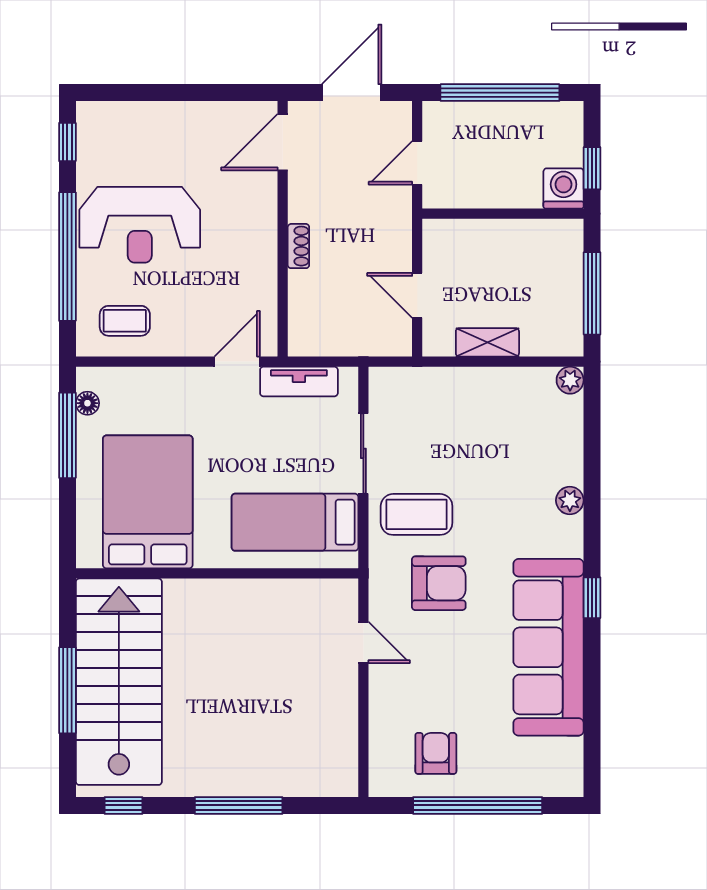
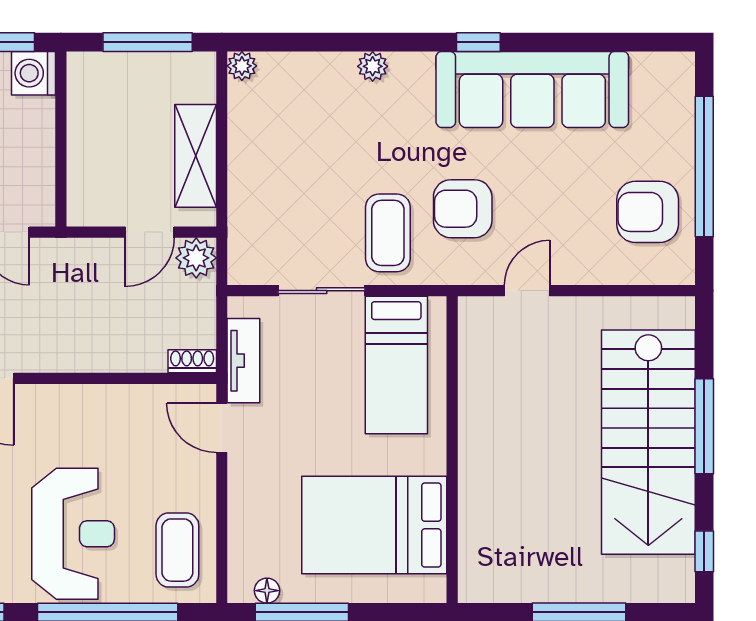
shoe rack: (298, 246) -> (192, 361), moved
coffee table: (125, 321) -> (177, 550), width x1.36, depth x1.30
plant: (394, 338) -> (196, 258), added
shelving: (487, 342) -> (196, 156), width x1.50, depth x1.33
armchair: (439, 583) -> (463, 209), turned -90
stairs: (119, 682) -> (648, 442), moved, turned -90
armchair: (436, 753) -> (648, 212), width x1.38, depth x1.38

